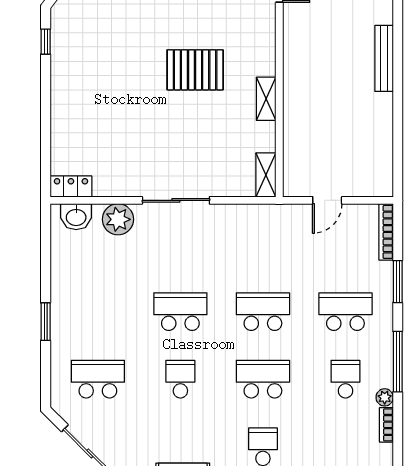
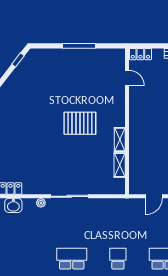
shelving: (266, 175) -> (120, 165), moved
plant: (118, 219) -> (41, 203), width x0.53, depth x0.53
school desk: (263, 312) -> (118, 259), width x0.54

